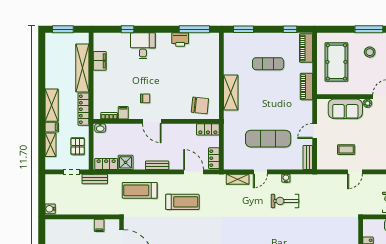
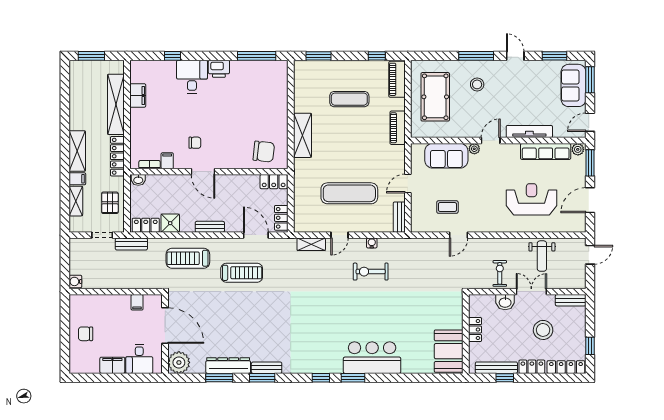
printer: (180, 40) -> (219, 69), moved

